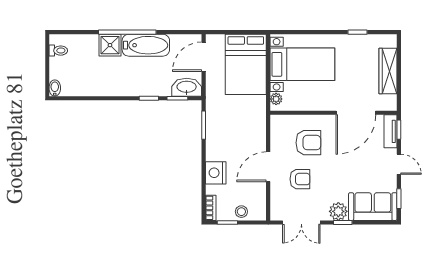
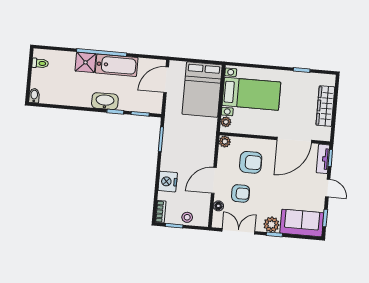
washbasin: (187, 87) -> (105, 101), moved
plant: (277, 121) -> (225, 142), added
floor lamp: (276, 195) -> (218, 206), added
double door: (301, 222) -> (238, 231), swing flipped

